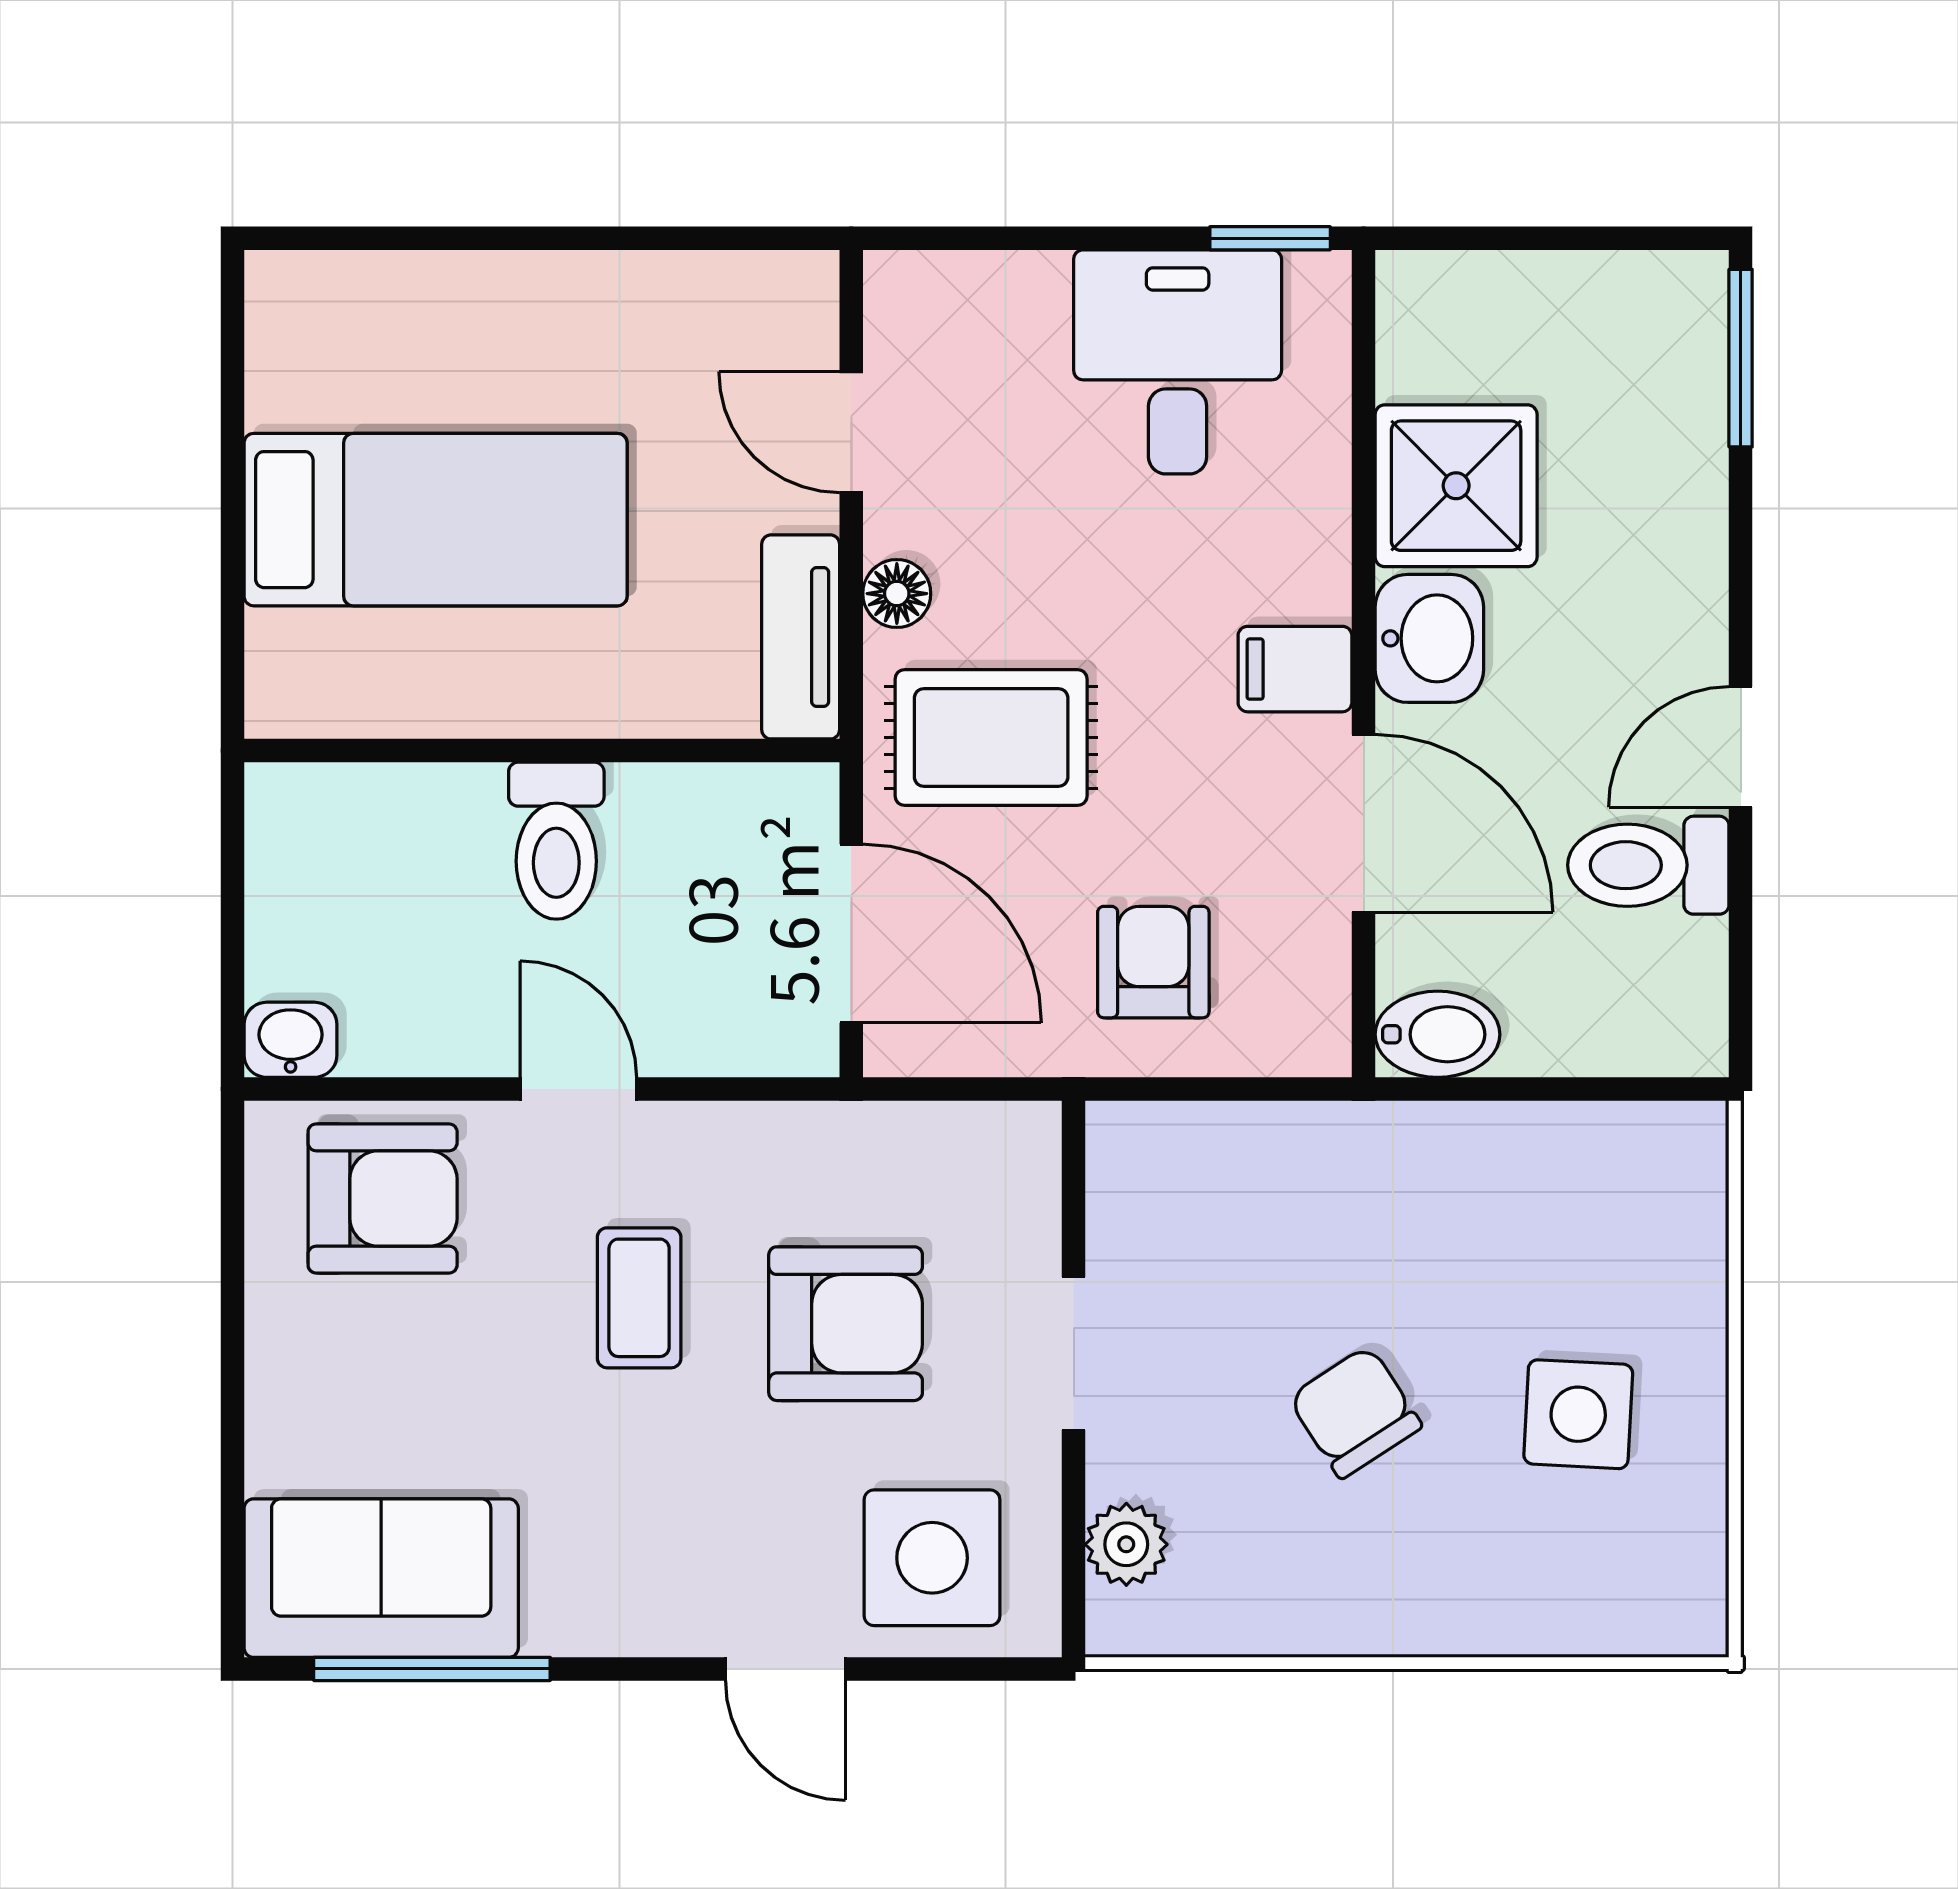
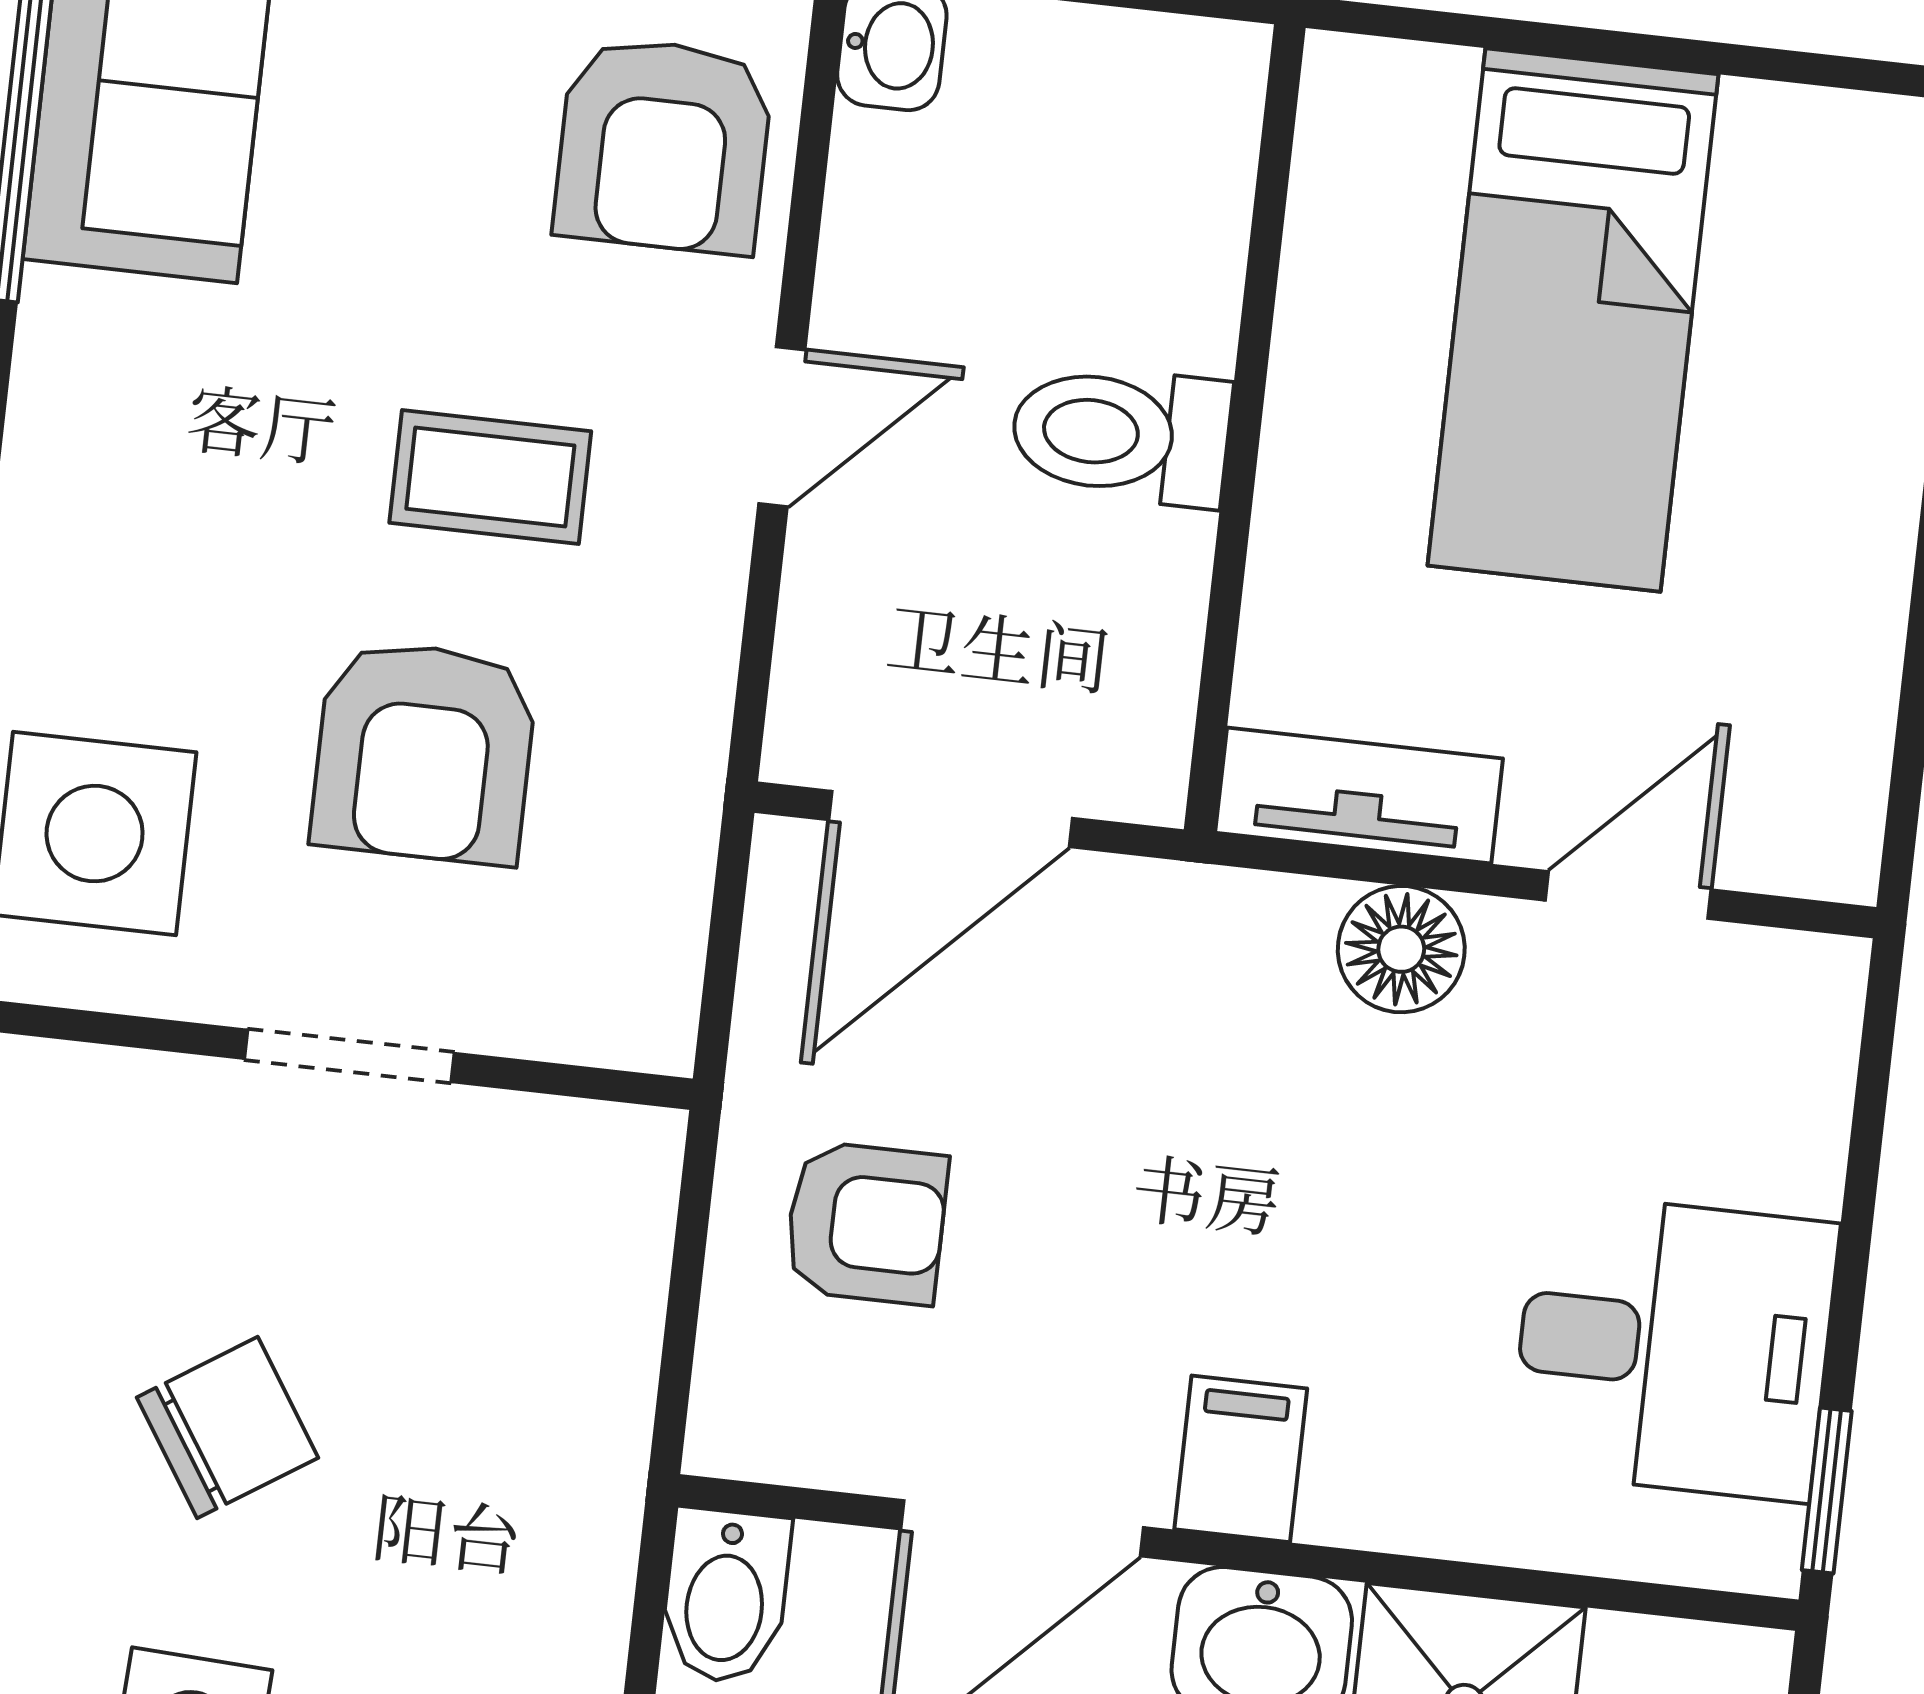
floor lamp: (897, 594) -> (1401, 949), width x1.37, depth x1.37
rug: (991, 738) -> (1194, 1038), removed
plant: (1126, 1544) -> (83, 1098), removed

